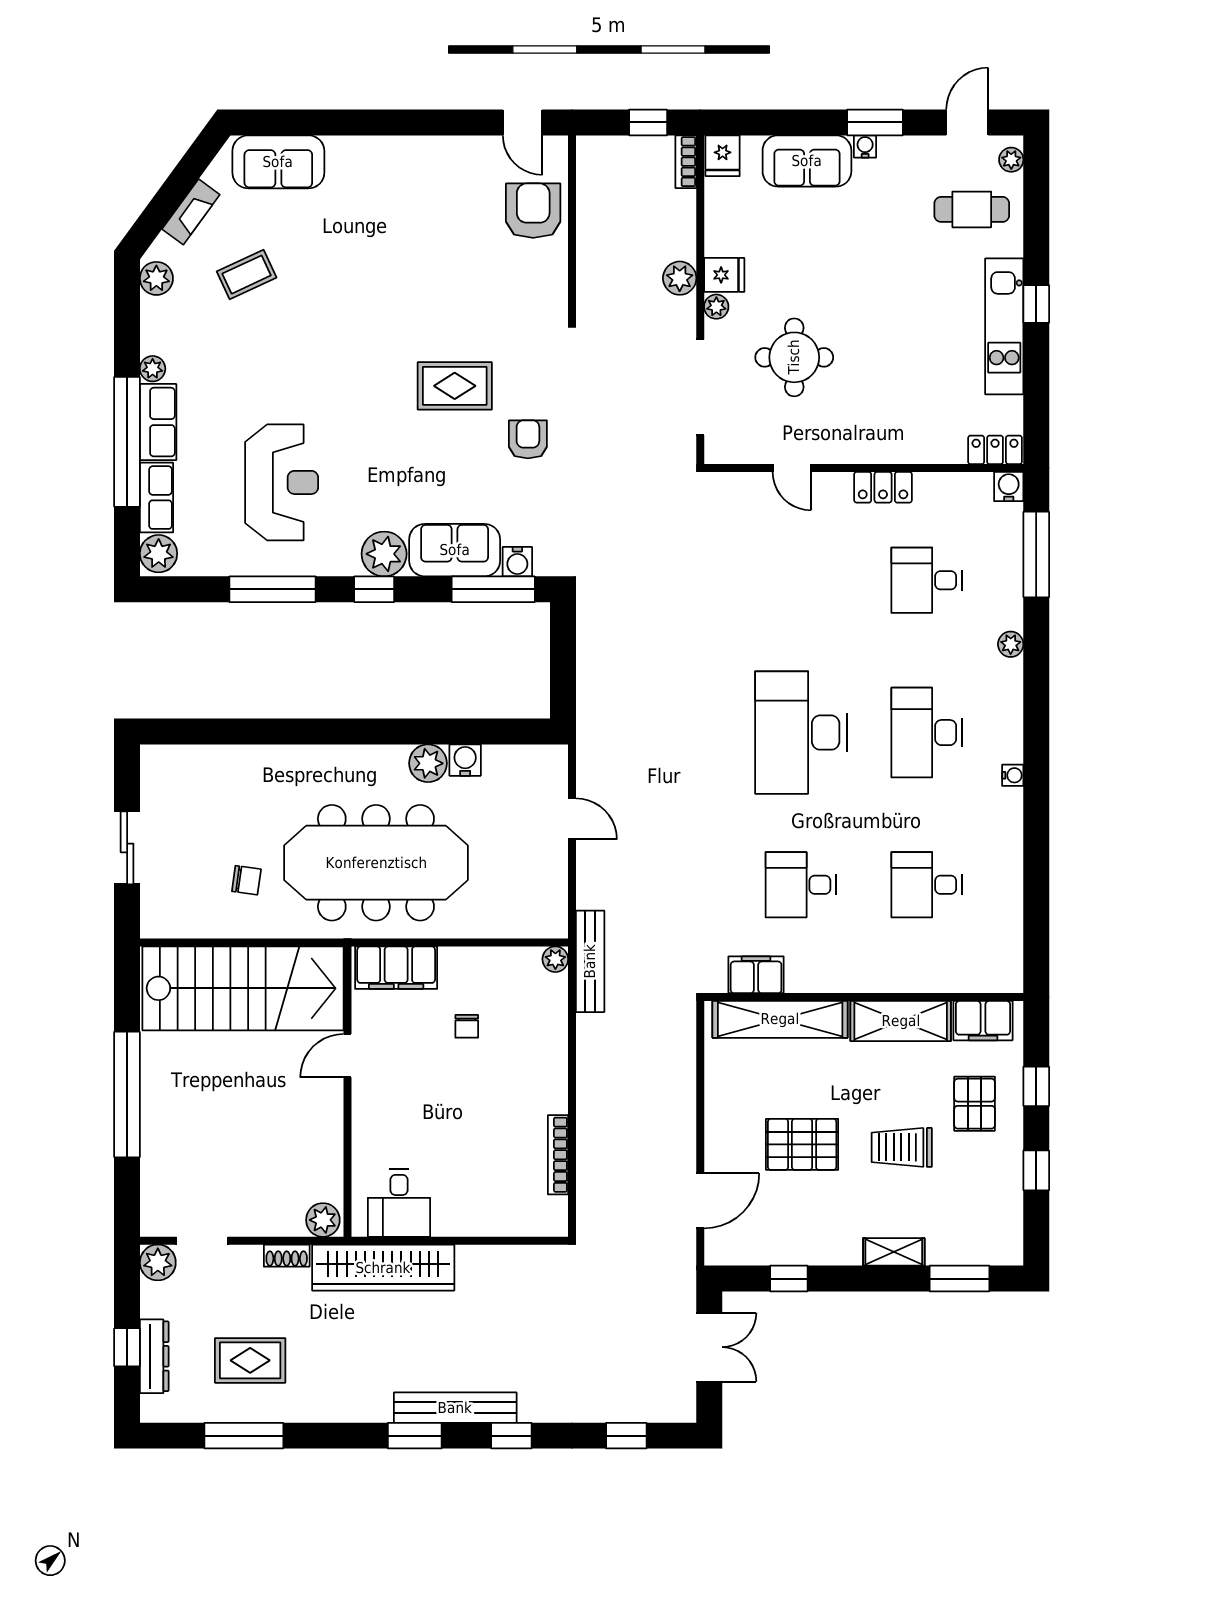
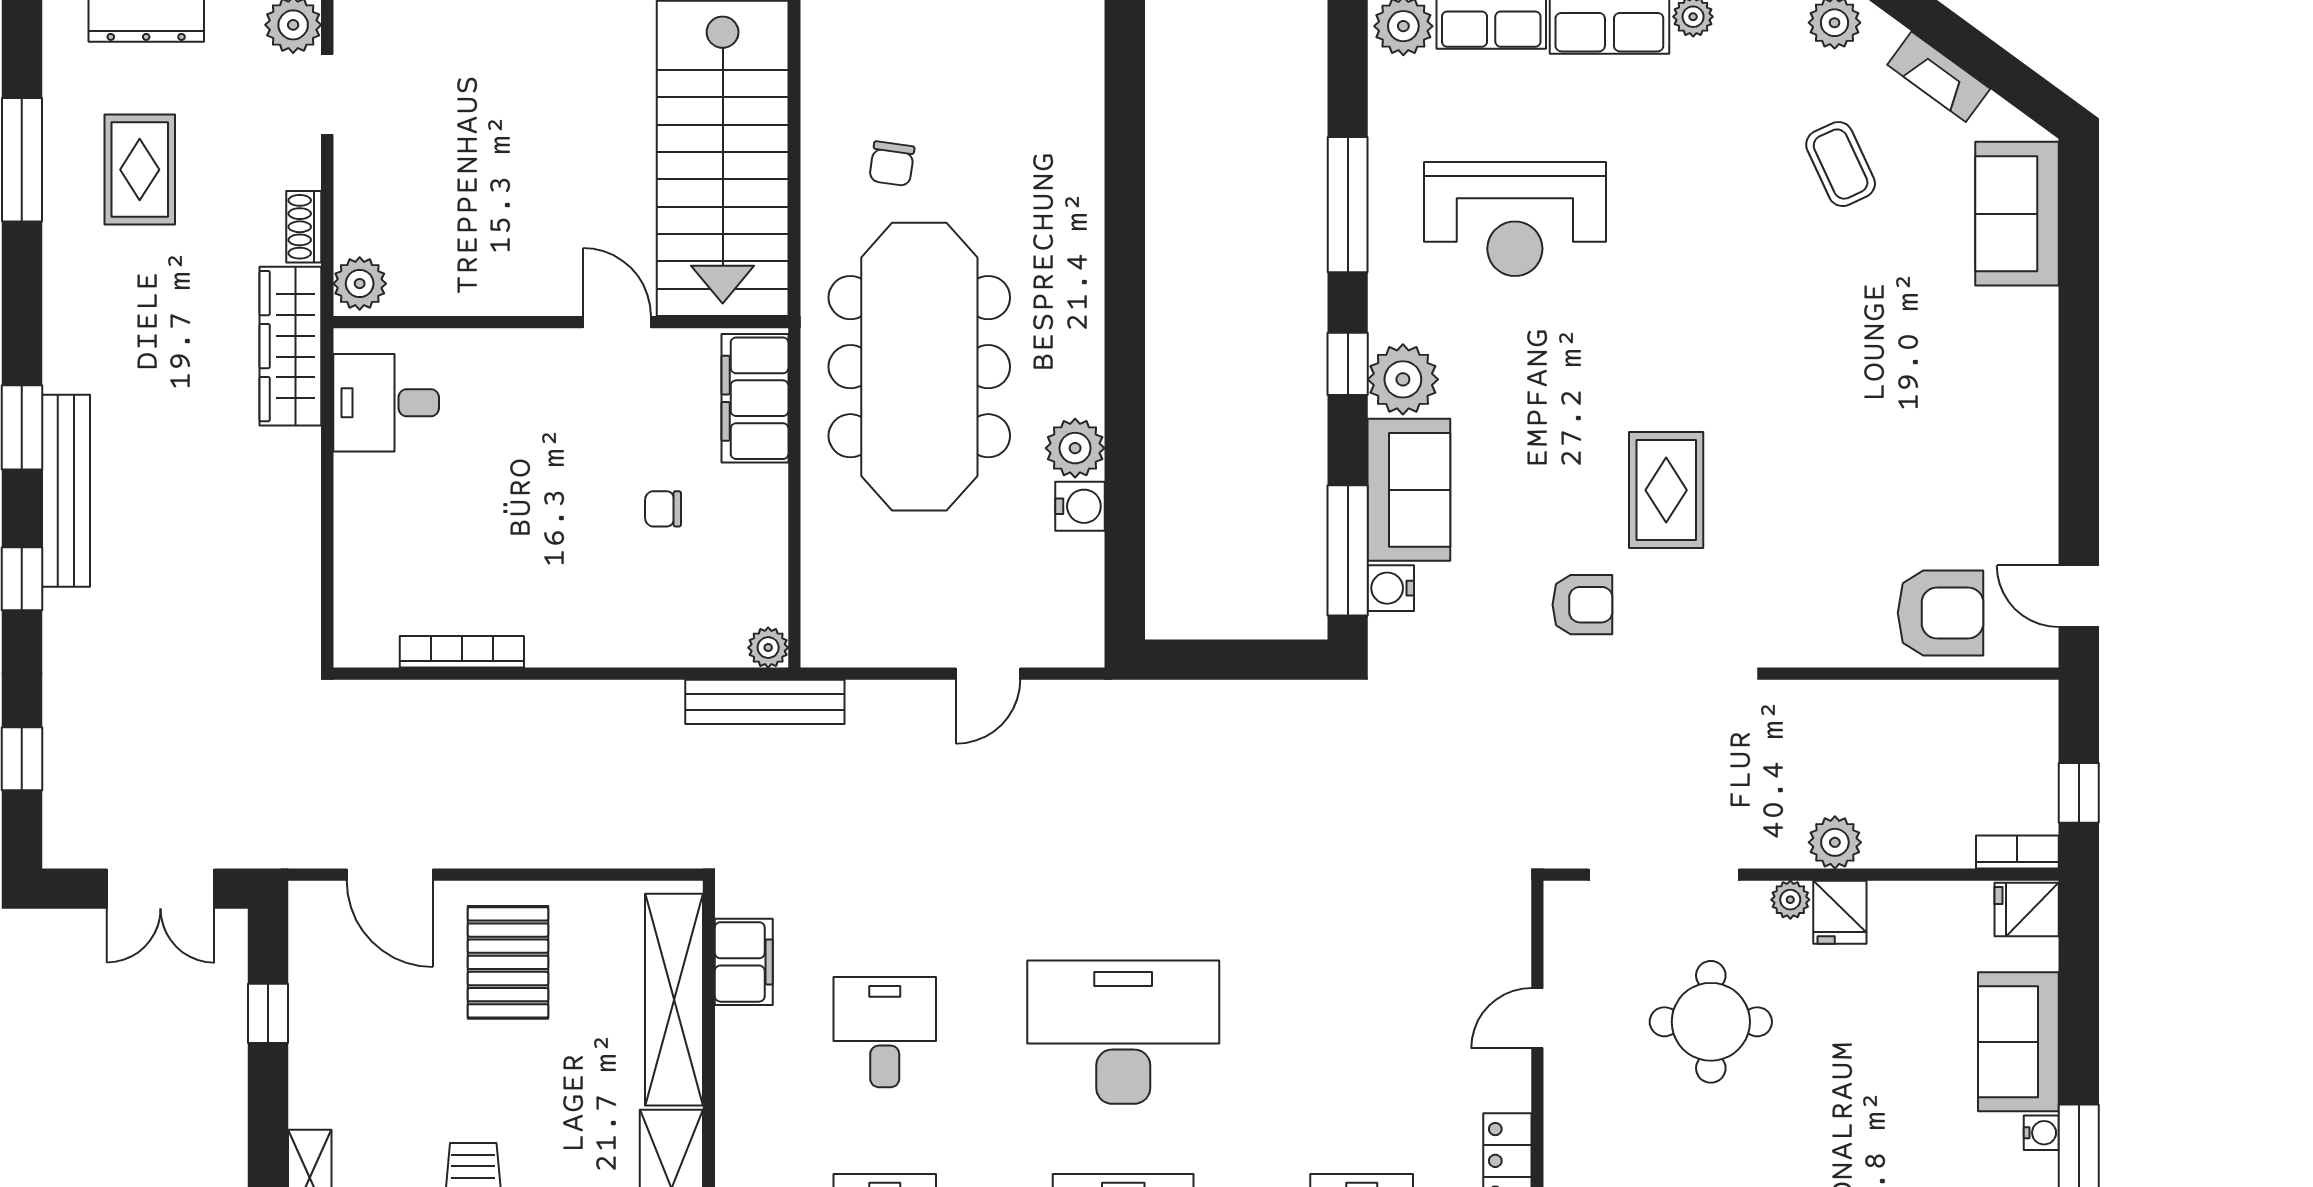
door: (523, 122) -> (2079, 596), hinge flipped
pallet: (802, 1144) -> (508, 962), moved
wardrobe: (383, 1268) -> (290, 346), width x0.71, depth x0.85

